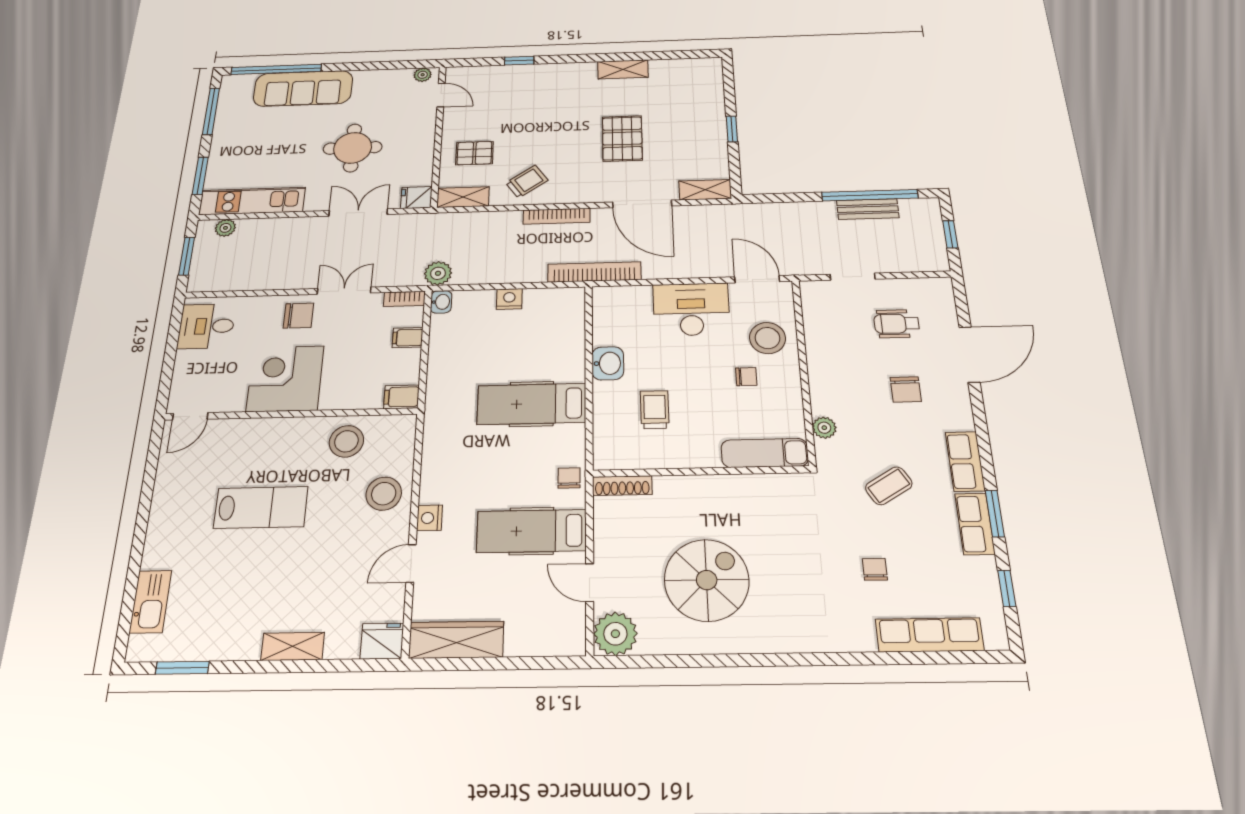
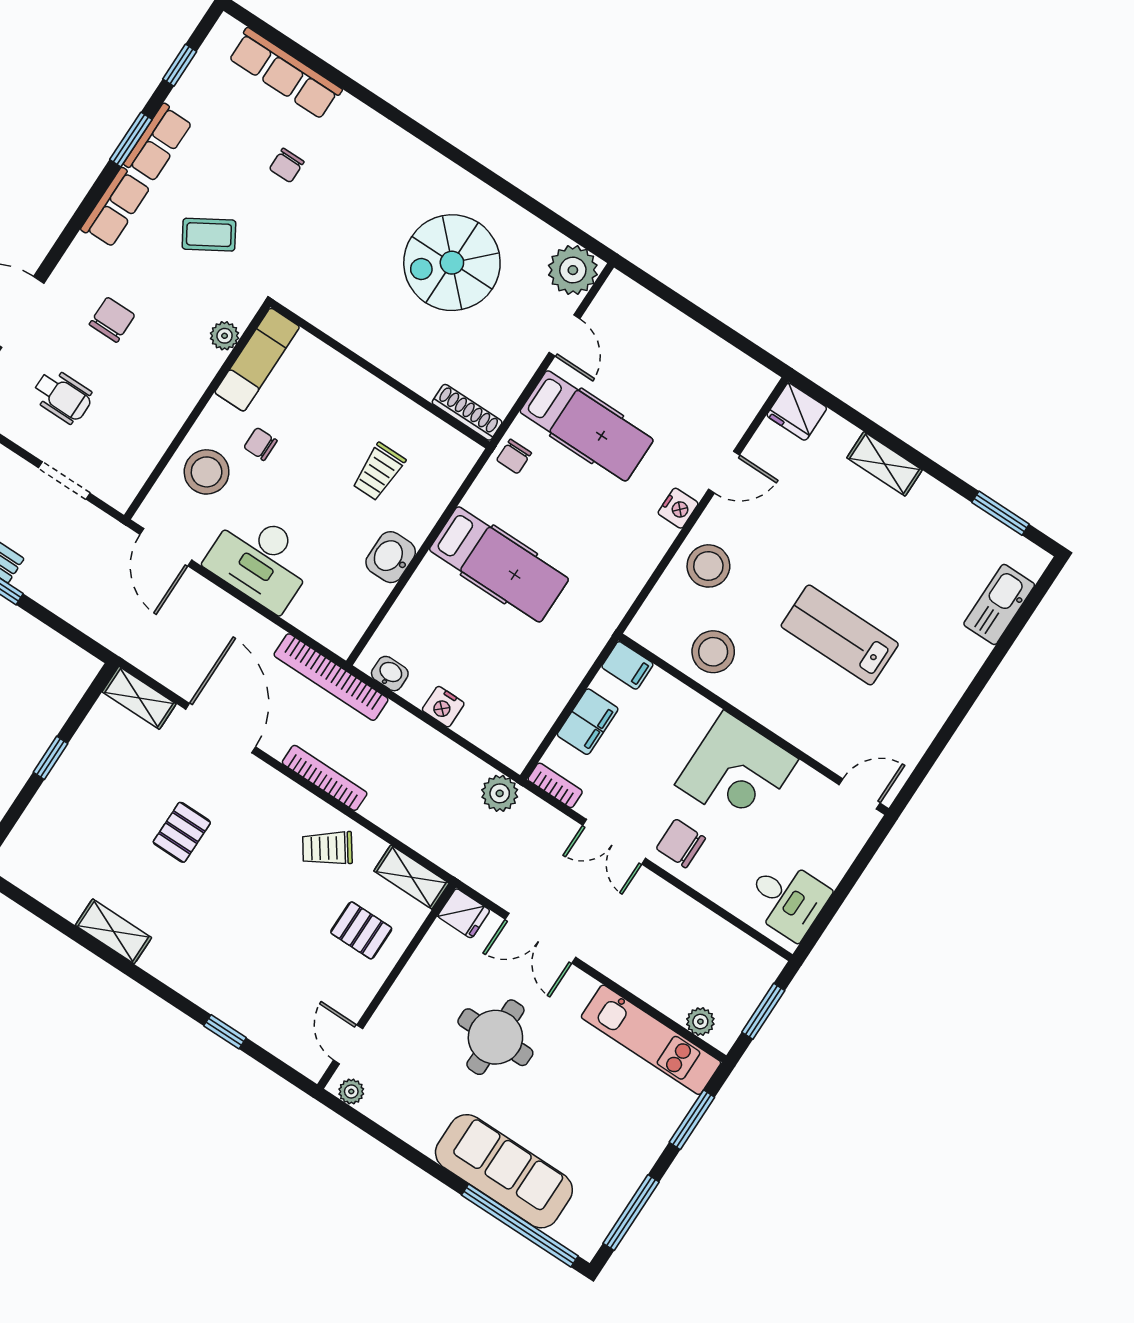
pallet: (622, 138) -> (182, 832), width x0.67, depth x0.71
washbasin: (441, 302) -> (390, 674), moved, turned 90
filing cabinet: (408, 338) -> (588, 722), width x2.00
exam couch: (765, 453) -> (257, 360), moved, turned -90
wardrobe: (456, 640) -> (726, 365), removed

